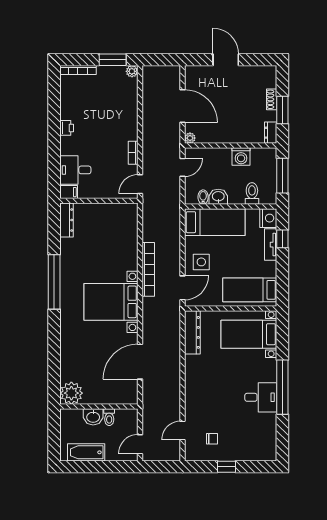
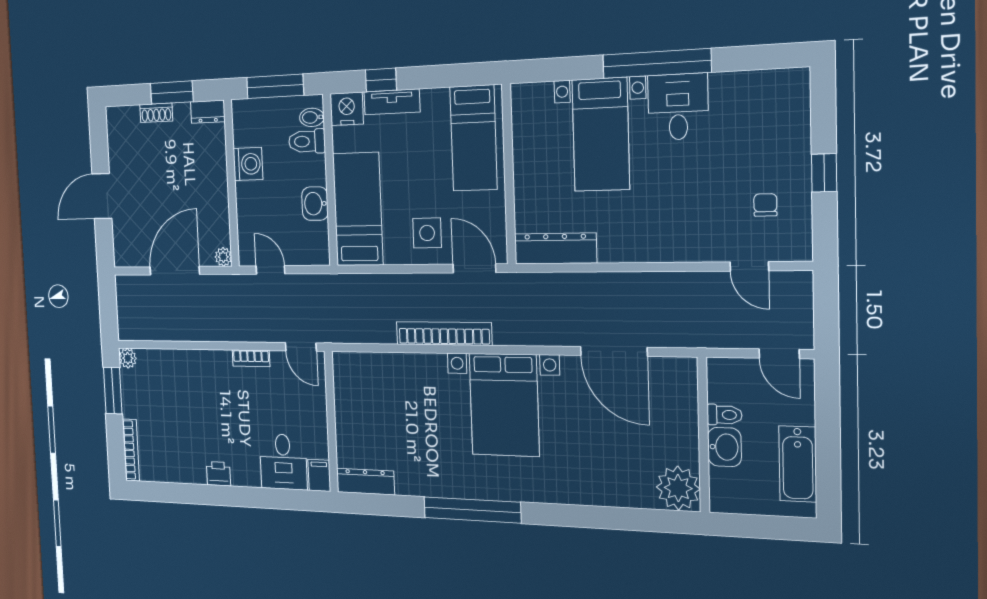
bidet: (203, 197) -> (312, 117), moved
bed with nightstands: (249, 334) -> (601, 135), moved

